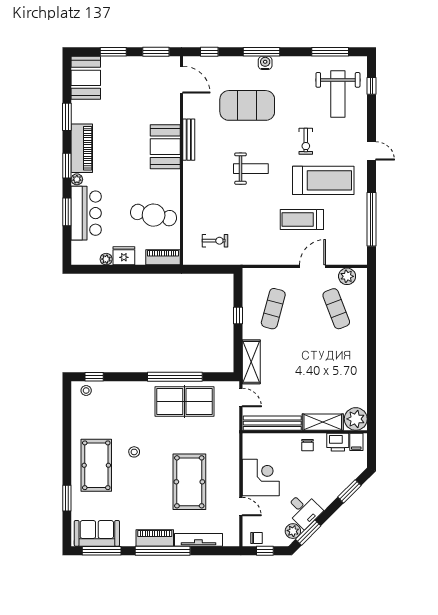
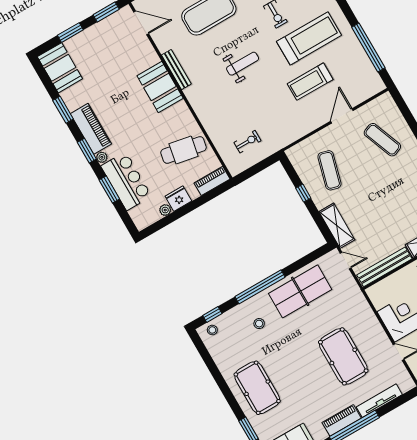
plant: (347, 276) -> (376, 107), removed
window: (175, 377) -> (260, 287), moved
stool: (134, 452) -> (259, 324), moved

